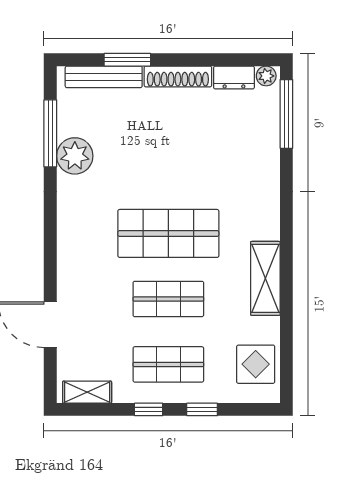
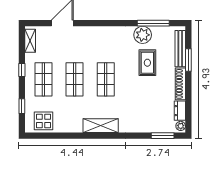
window: (286, 114) -> (163, 136), width x0.69
rug: (133, 146) -> (147, 63), added
shop shelf: (168, 233) -> (106, 79), width x0.70, depth x0.74
shelving: (265, 278) -> (101, 126), moved
window: (202, 409) -> (22, 106), moved

